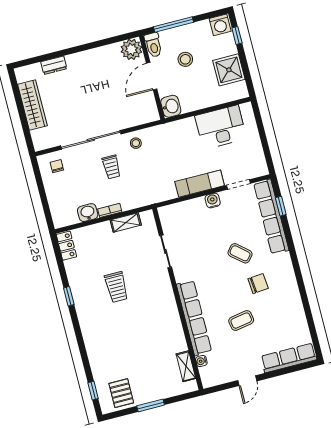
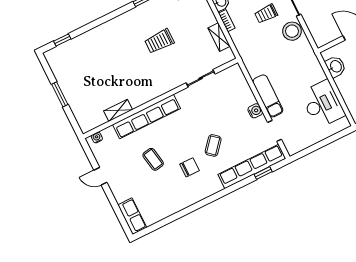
washbasin: (171, 106) -> (336, 67), moved, turned -90
stool: (136, 143) -> (292, 31), width x1.89, depth x1.89
chair: (258, 284) -> (189, 167), turned -85
row of seats: (289, 358) -> (132, 216), width x0.68
water cooler: (201, 361) -> (97, 138), moved
shelving: (186, 366) -> (118, 110), moved
pallet: (121, 393) -> (65, 66), removed

